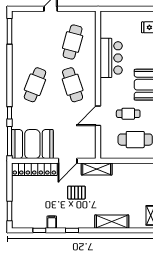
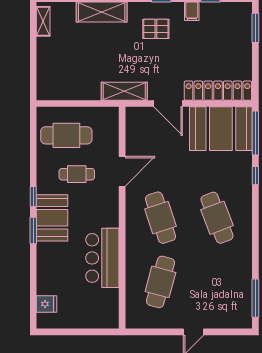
cafe table: (35, 85) -> (217, 218), turned -42
door: (68, 161) -> (168, 103), swing flipped
pallet: (76, 193) -> (156, 29), moved

